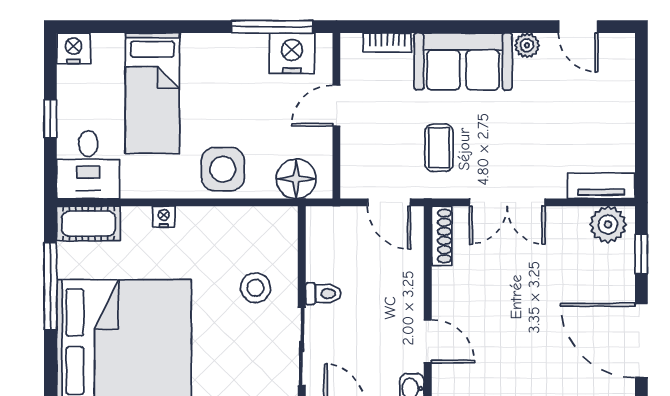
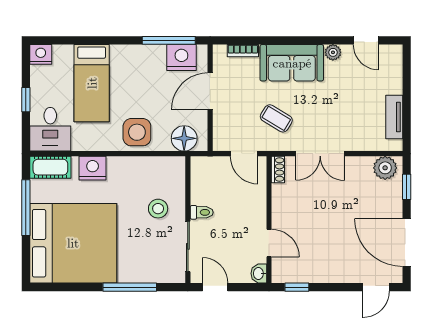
door: (336, 106) -> (210, 91), width x1.38
coffee table: (439, 148) -> (276, 118), turned -59
tv unit: (601, 186) -> (394, 117), moved, turned -90
nightstand: (164, 217) -> (93, 168), width x1.89, depth x1.79
shoe rack: (442, 236) -> (278, 170), width x0.70

